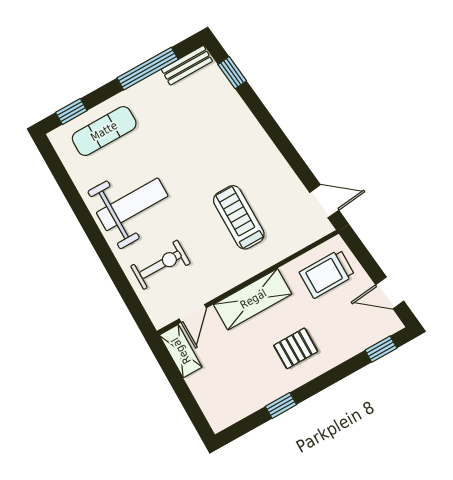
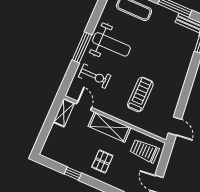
window: (104, 251) -> (82, 47), added
door: (193, 313) -> (84, 106), swing flipped
pallet: (296, 348) -> (102, 161), turned 90

